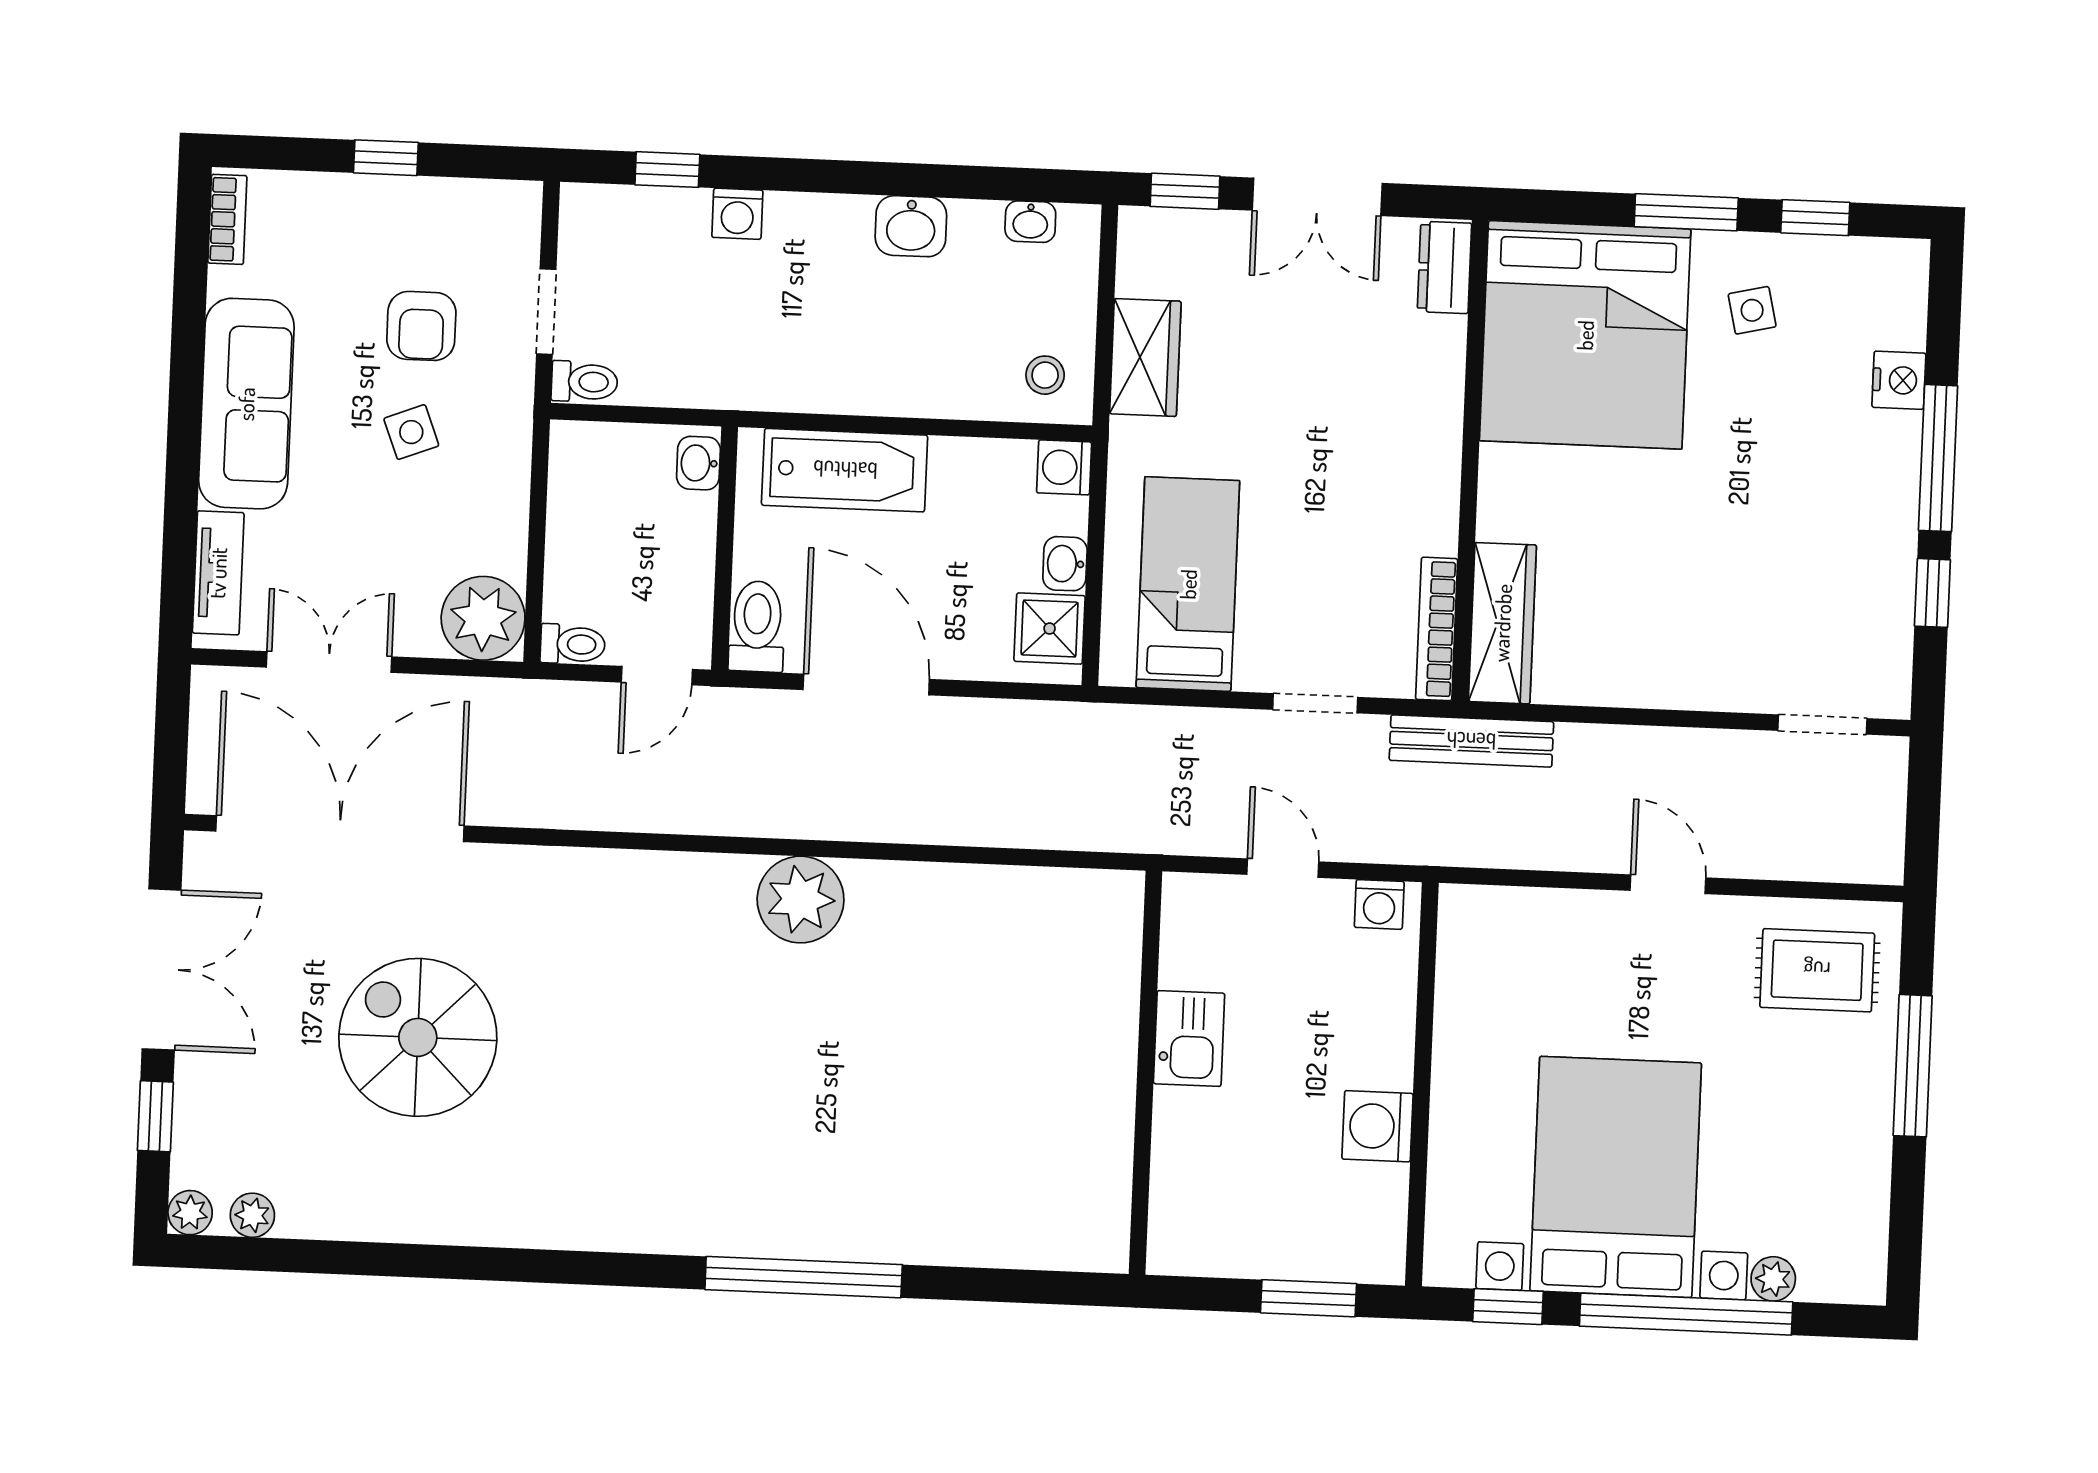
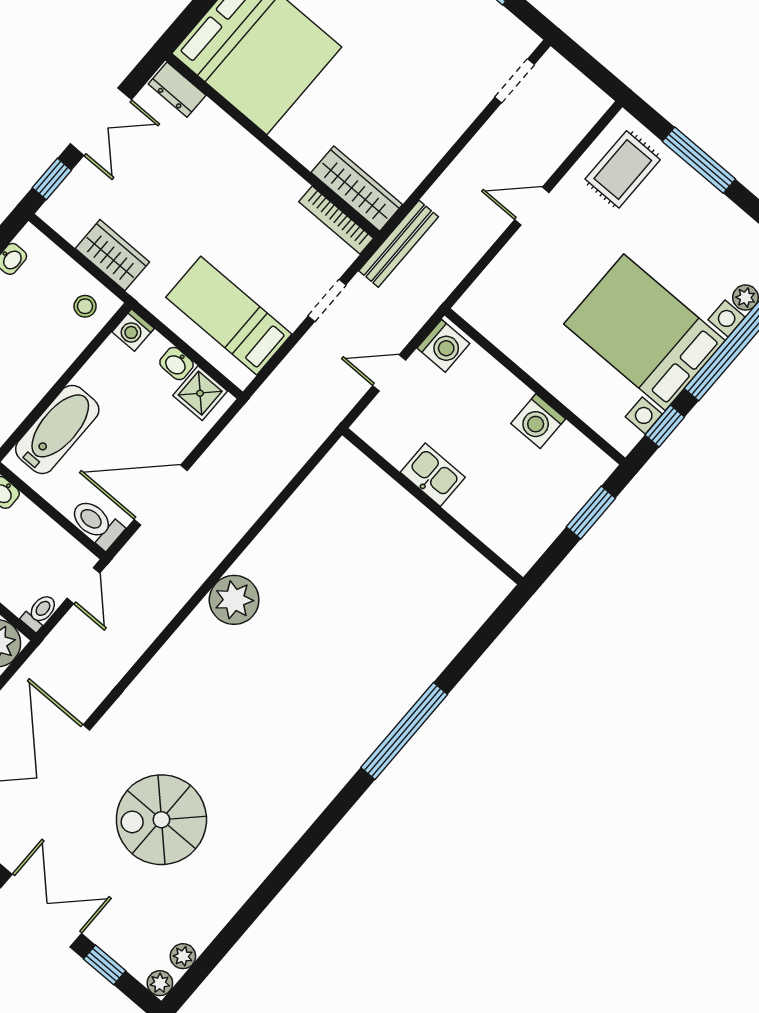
washing machine: (1379, 904) -> (443, 346), width x1.38, depth x1.38

